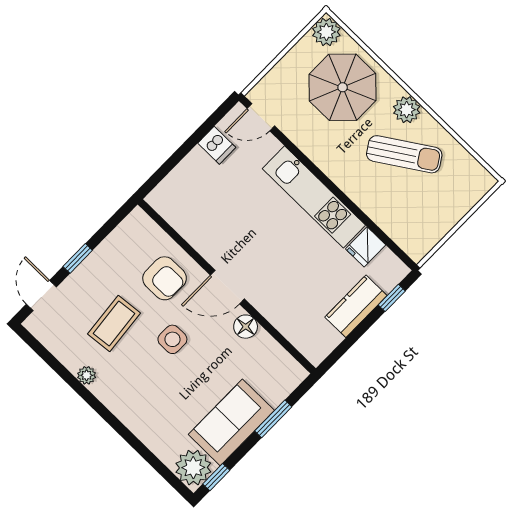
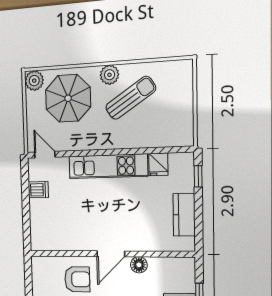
door: (261, 117) -> (45, 155), swing flipped
kitchen counter: (356, 306) -> (184, 215), moved

